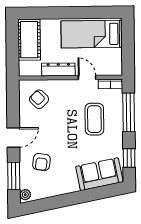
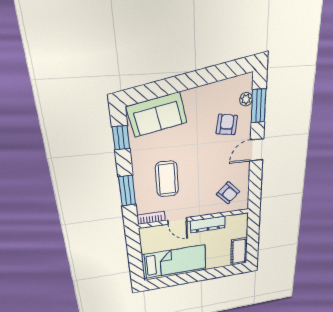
cot: (29, 40) -> (239, 251), width x0.73, depth x0.75
window: (129, 112) -> (127, 191), width x0.69
plant: (25, 195) -> (246, 99), moved

